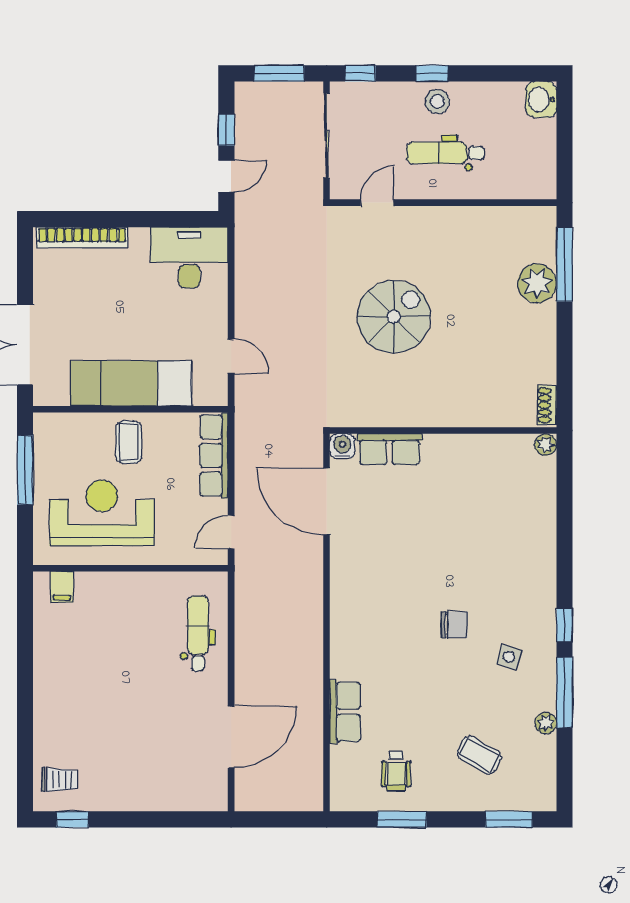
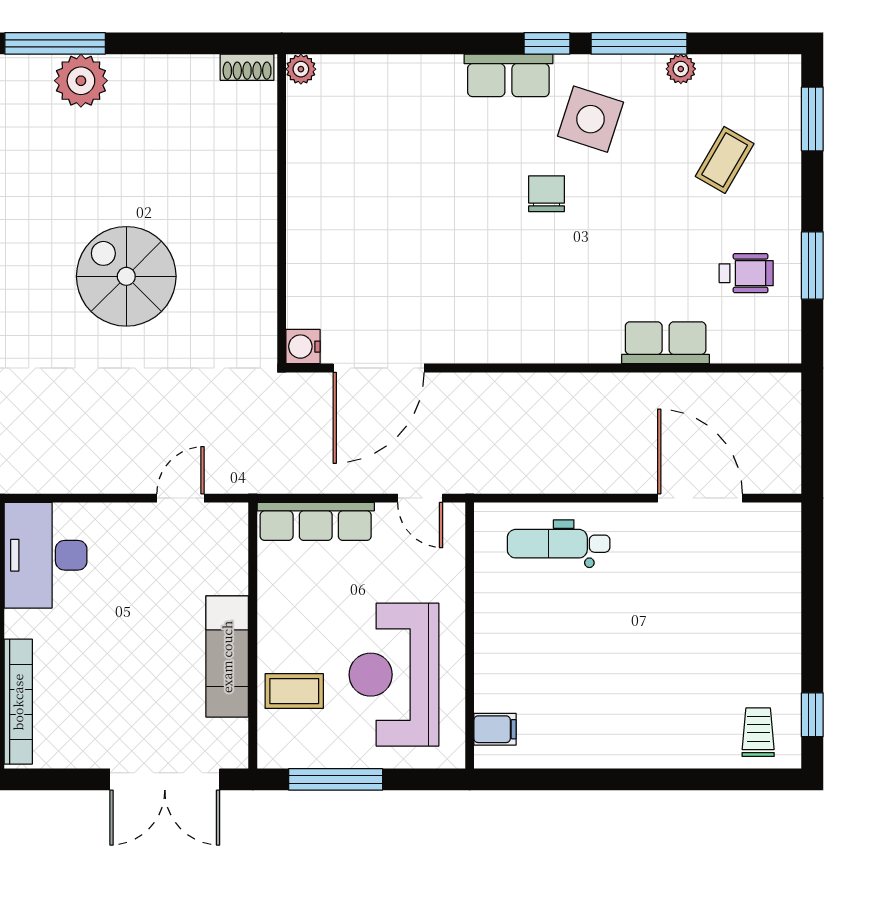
exam couch: (131, 383) -> (227, 657), width x0.73, depth x0.69
coffee table: (129, 442) -> (294, 691), moved
row of seats: (389, 449) -> (508, 75), moved, turned 90
side table: (509, 657) -> (591, 119), width x1.87, depth x1.87

